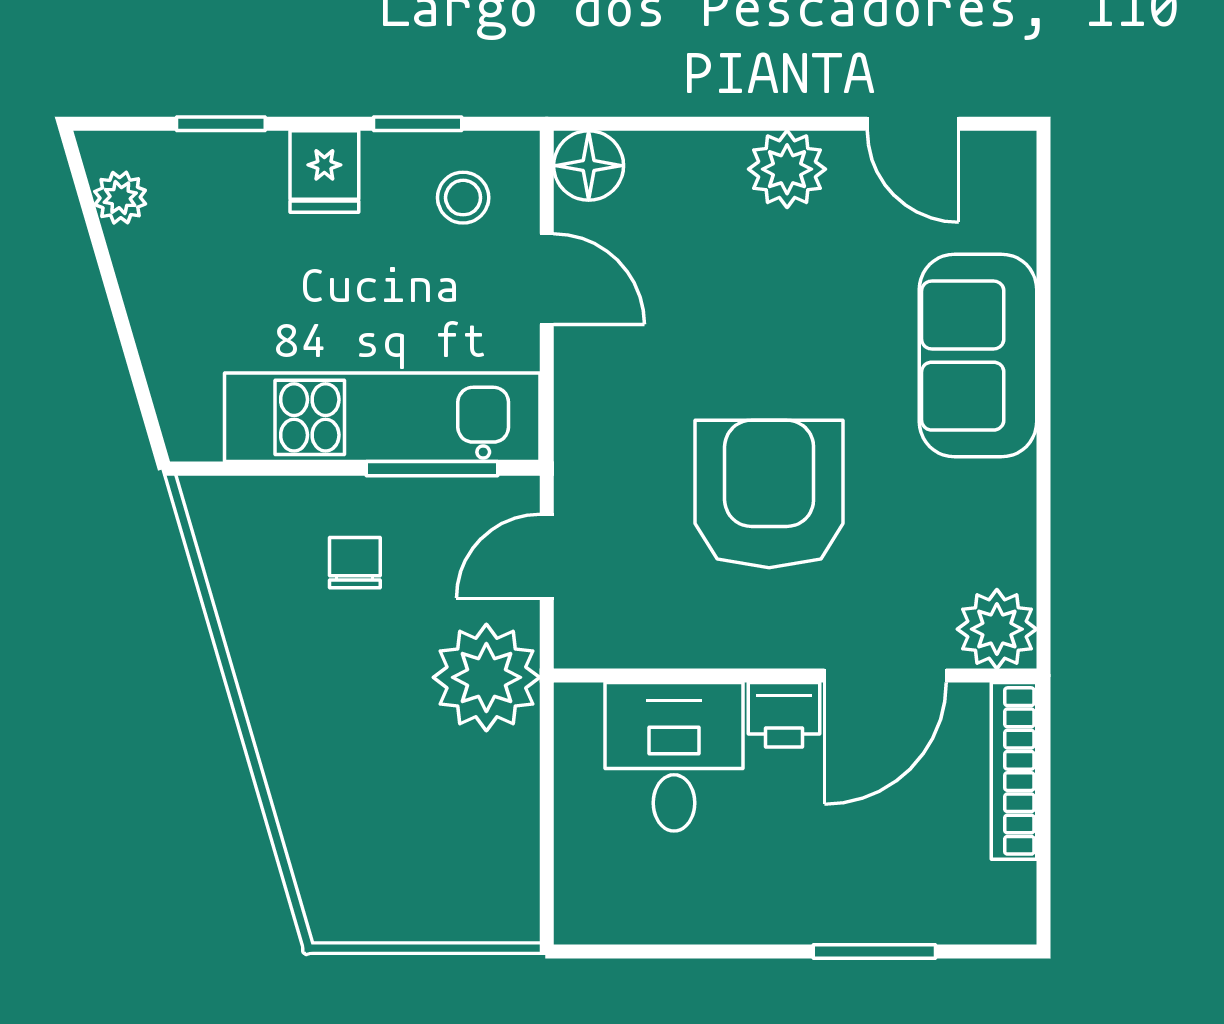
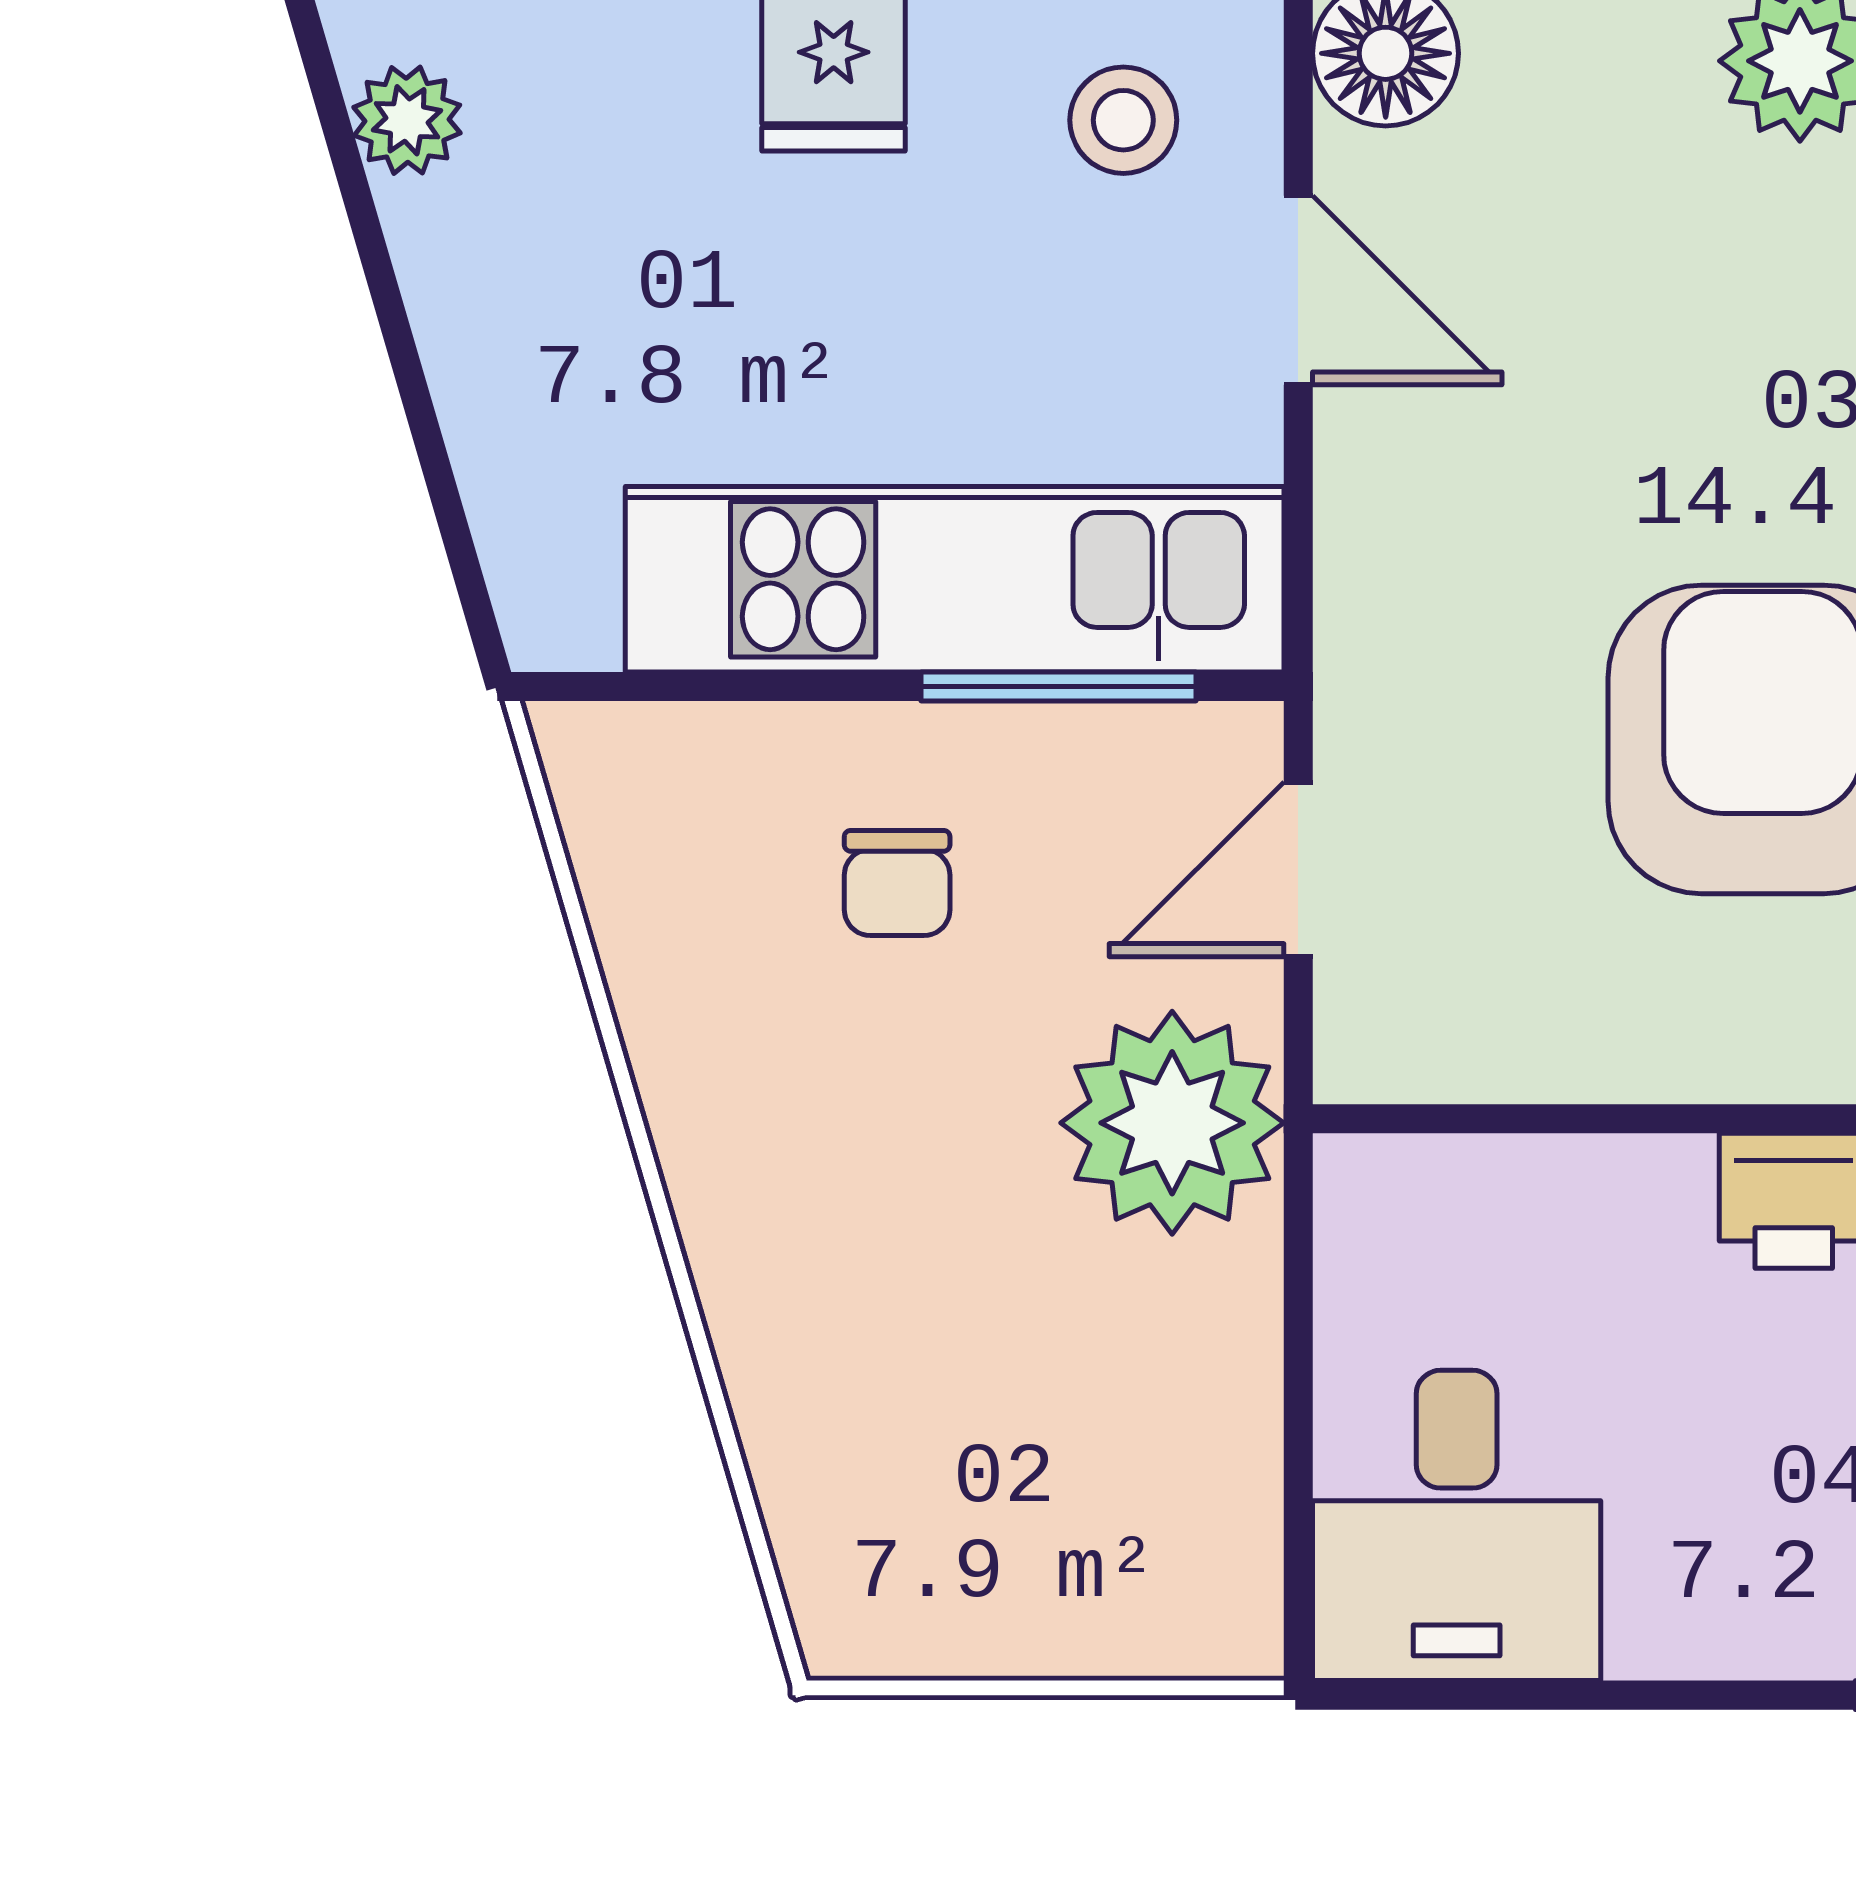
chair: (355, 563) -> (897, 883), turned 180
desk: (674, 757) -> (1457, 1525), moved, turned 180

